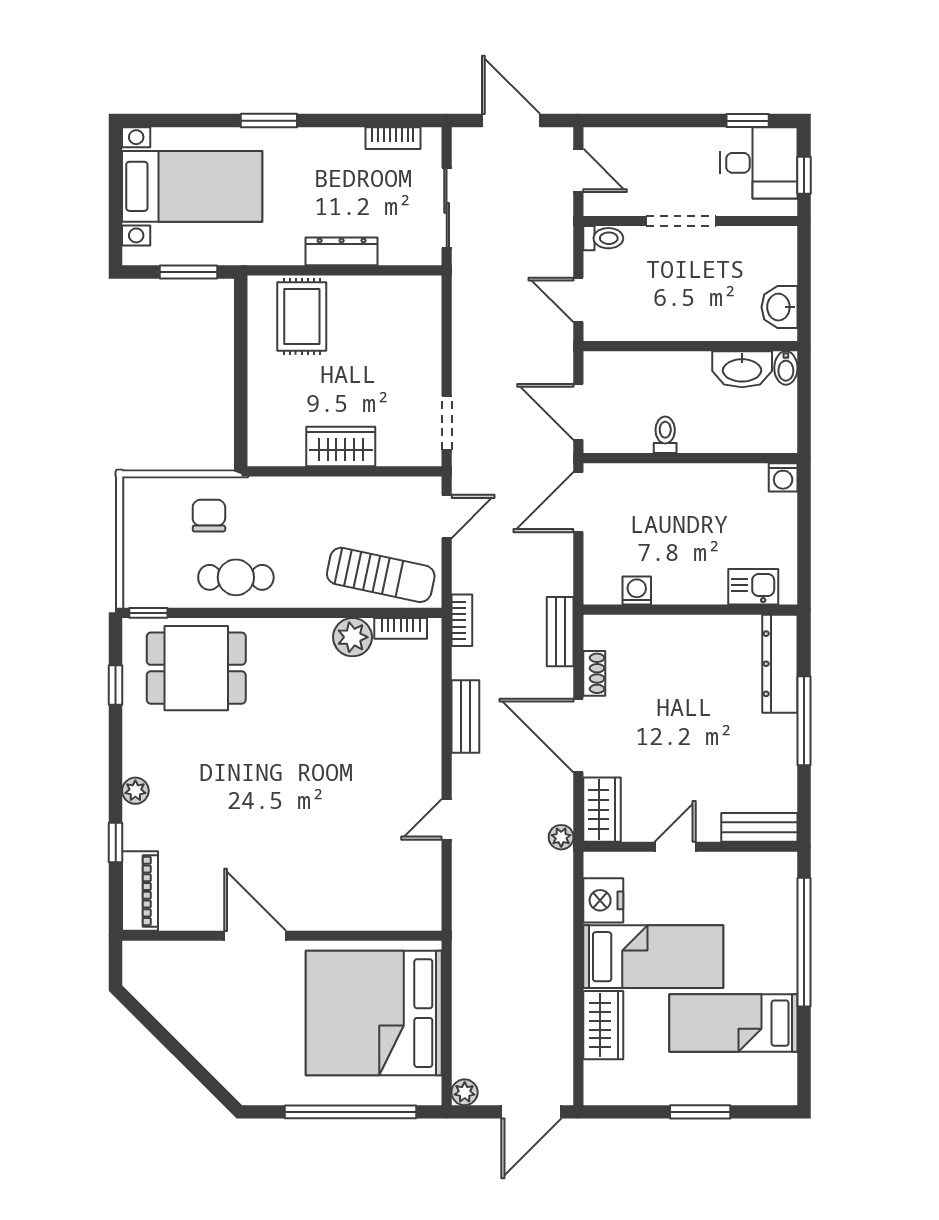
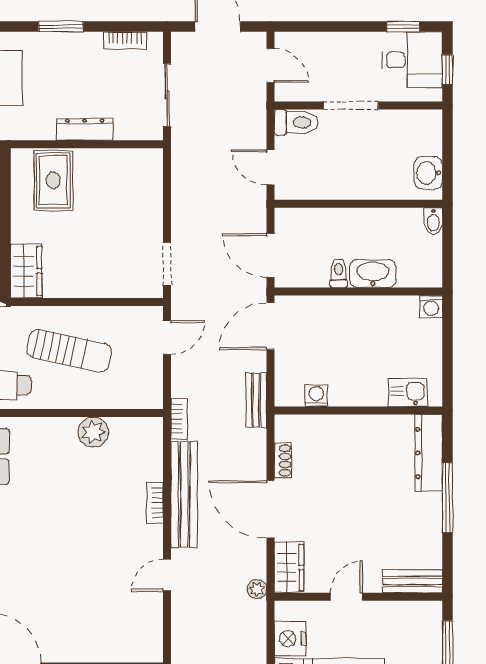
window: (269, 121) -> (61, 27), moved
toilet: (603, 238) -> (296, 122), width x1.37, depth x1.39
washbasin: (742, 369) -> (373, 273), moved, turned 180
wardrobe: (341, 446) -> (26, 271), moved, turned 90
sun lounger: (381, 575) -> (69, 351), moved
bookcase: (401, 628) -> (155, 503), moved, turned 90
bench: (560, 632) -> (256, 400), moved
bench: (465, 716) -> (184, 494), width x1.86, depth x1.21

